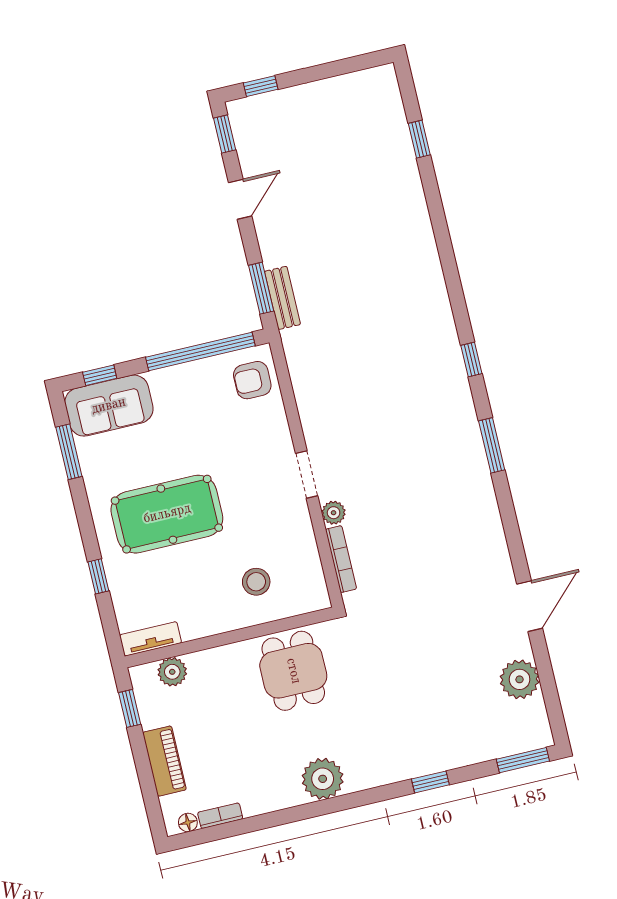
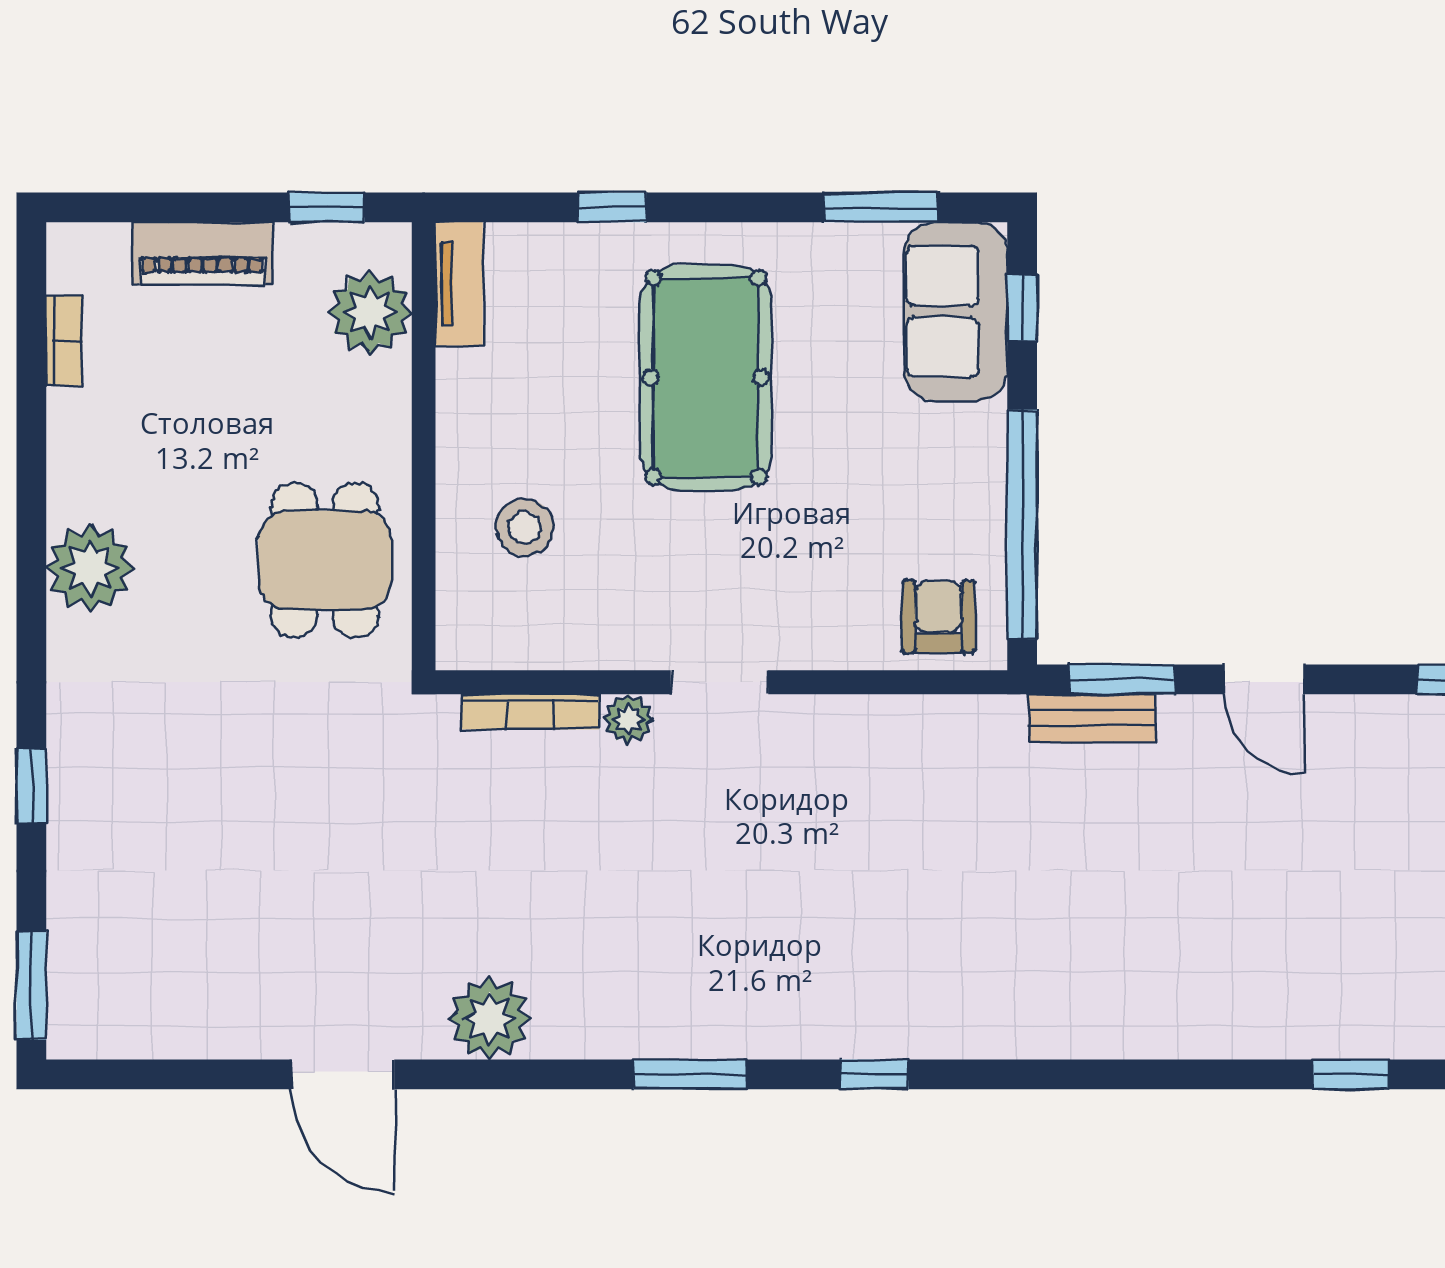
door: (240, 199) -> (1264, 679), moved
dining table: (293, 671) -> (325, 560), turned 90
plant: (172, 672) -> (370, 312), width x1.36, depth x1.36
plant: (520, 679) -> (490, 1018), moved
floor lamp: (188, 822) -> (66, 272), removed

